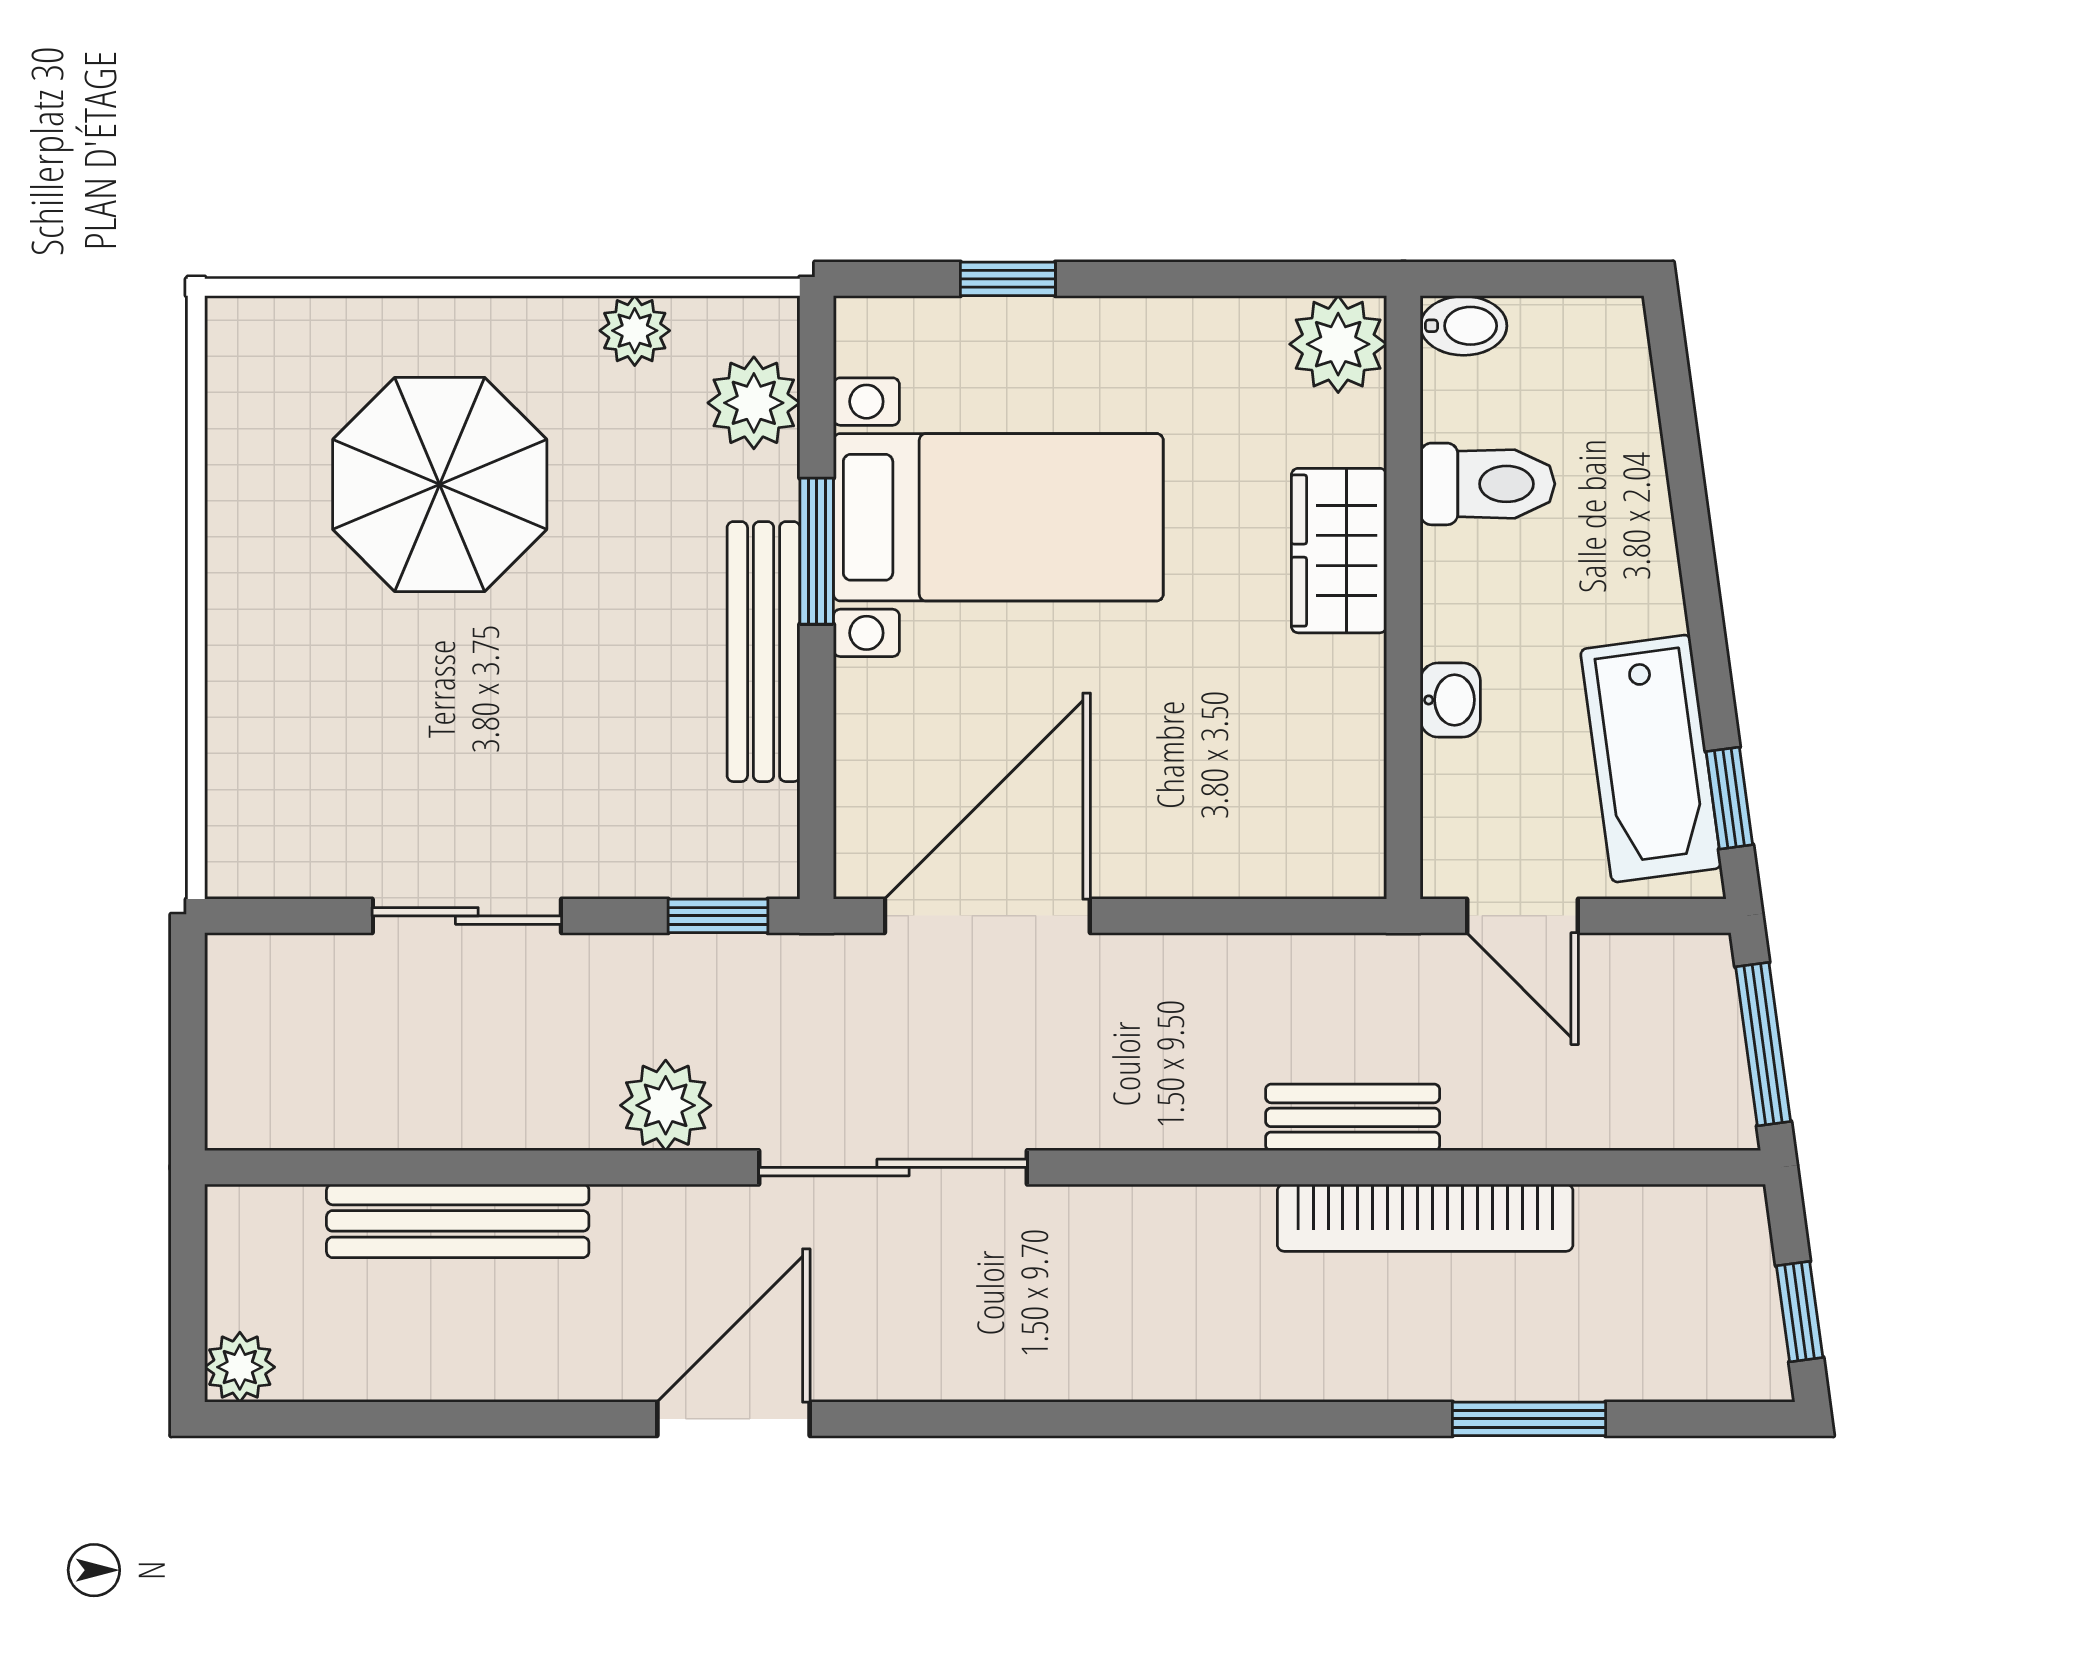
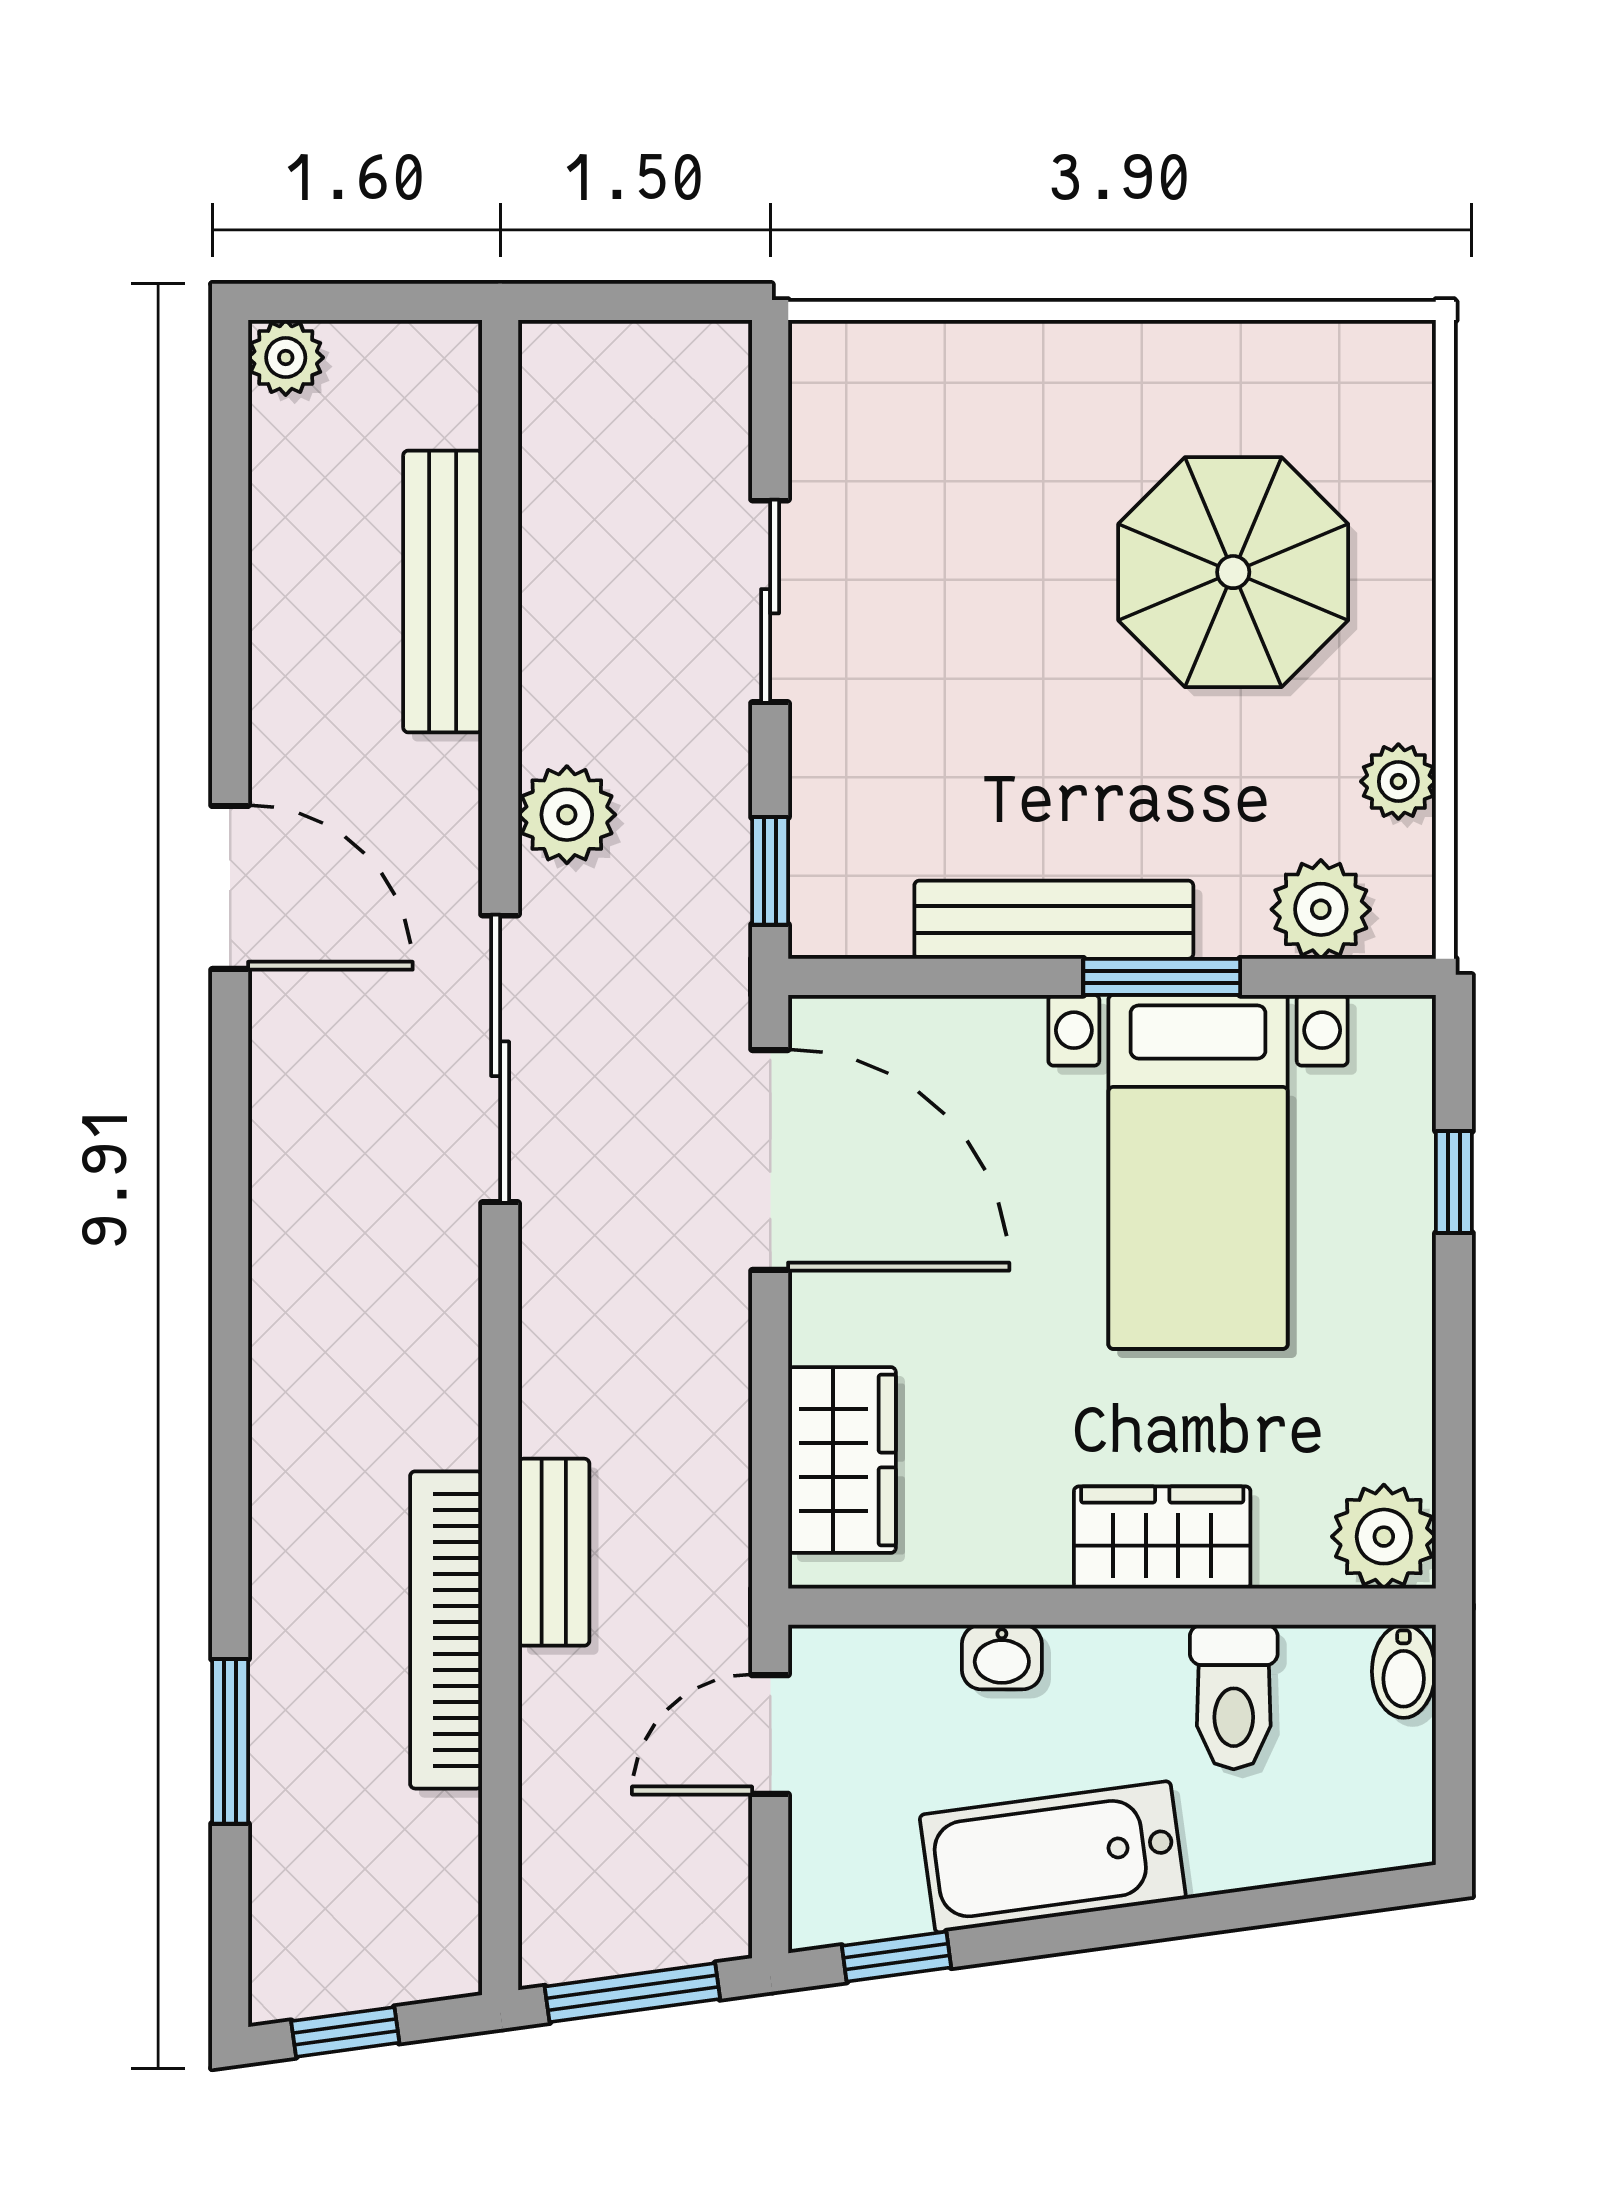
bathtub: (1651, 759) -> (1053, 1857), moved
wardrobe: (1267, 849) -> (842, 1460), added

